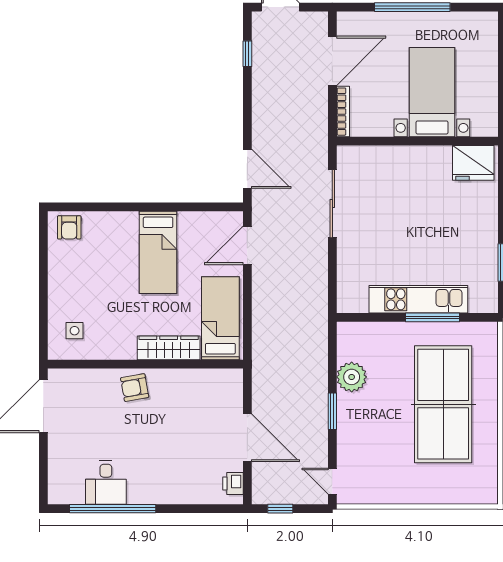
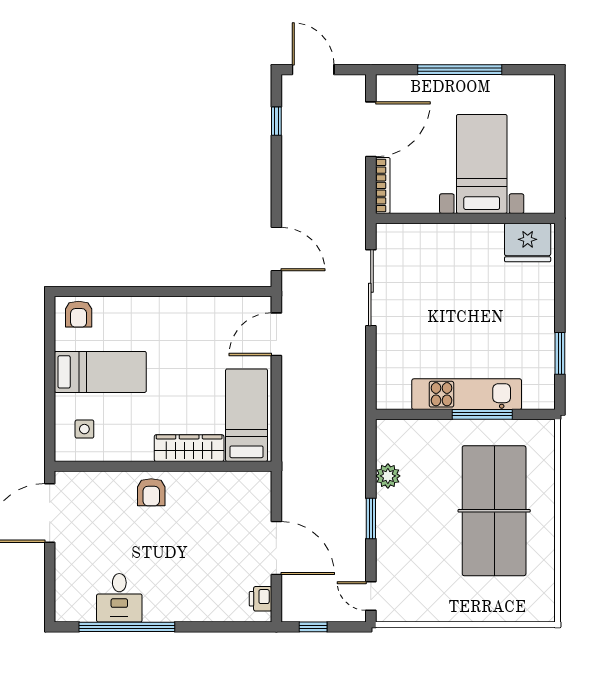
bed: (158, 252) -> (100, 372), moved, turned -90
plant: (352, 377) -> (388, 476), width x0.73, depth x0.73
armchair: (135, 388) -> (151, 492), turned -80

